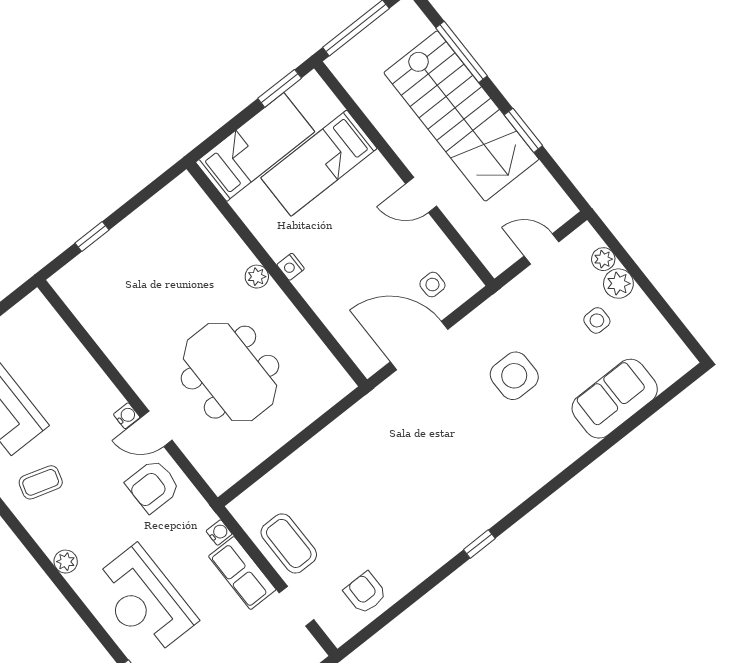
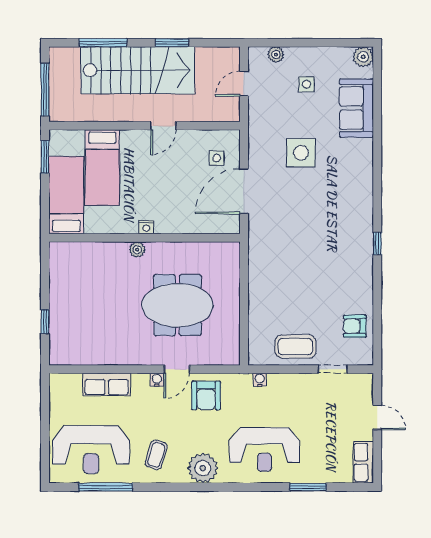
plant: (618, 284) -> (363, 57), moved
plant: (66, 562) -> (203, 468), width x1.87, depth x1.87
row of seats: (242, 573) -> (107, 384), moved

